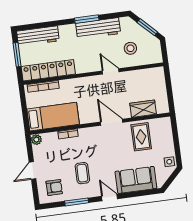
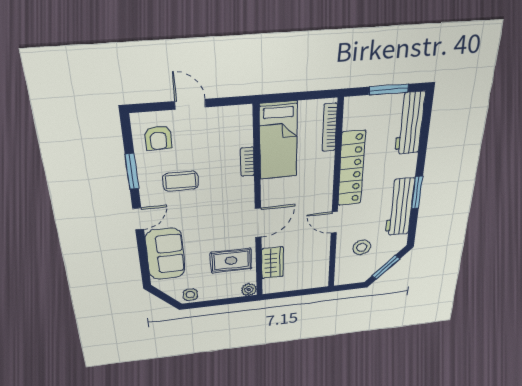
locker: (48, 70) -> (352, 169), moved
door: (111, 71) -> (334, 222), swing flipped
plant: (36, 140) -> (249, 290), moved

